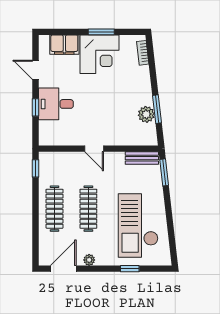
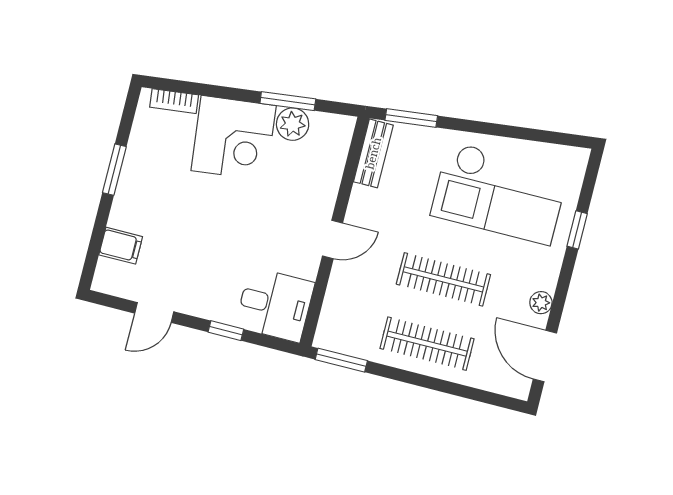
filing cabinet: (64, 45) -> (121, 246), width x0.50
corner desk: (100, 54) -> (234, 138), moved, turned 84
desk: (56, 104) -> (275, 305), moved, turned -90
window: (36, 168) -> (341, 360), width x1.50

